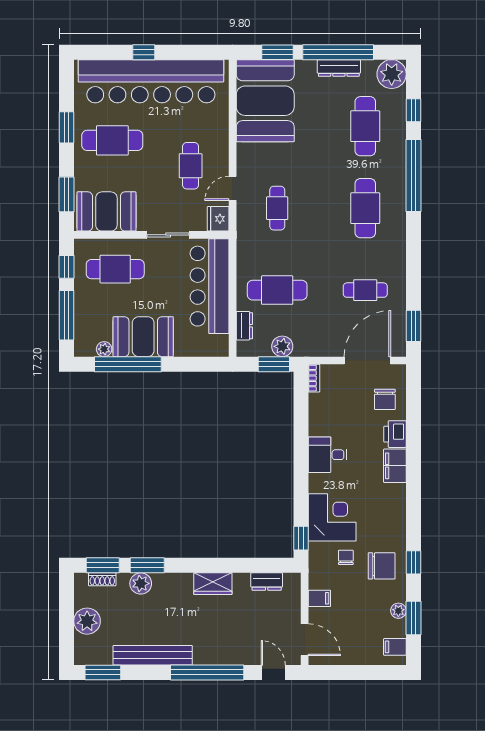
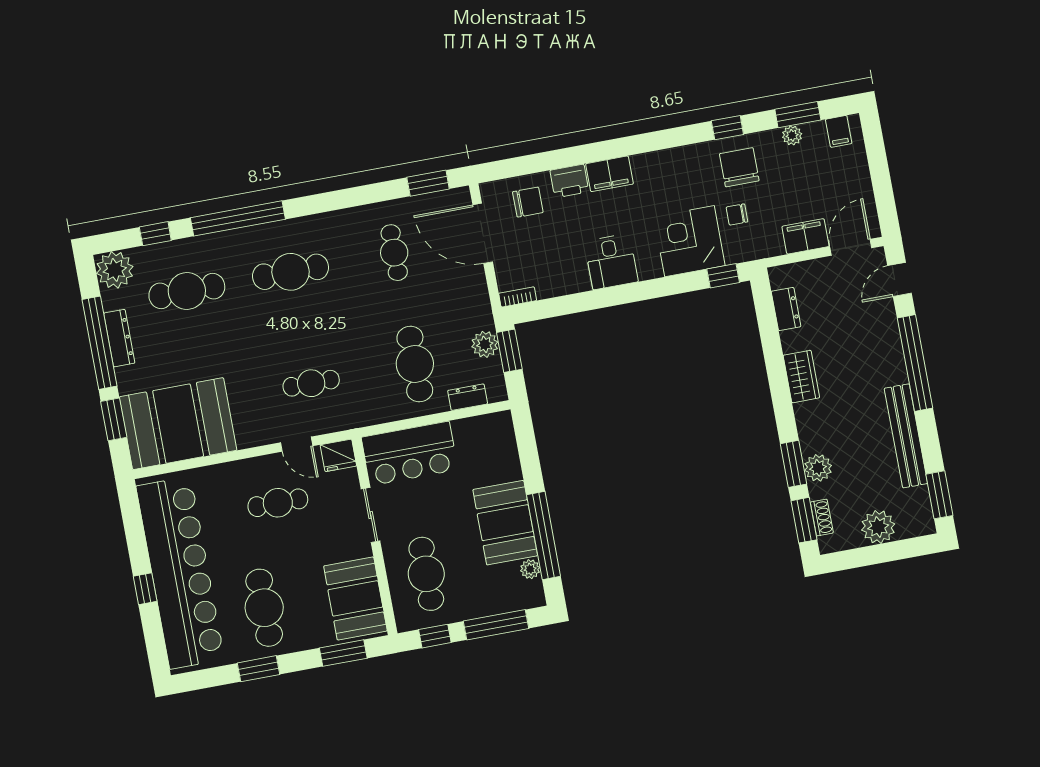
bar counter: (210, 286) -> (410, 453), width x0.73
filing cabinet: (319, 598) -> (805, 236), width x2.00

